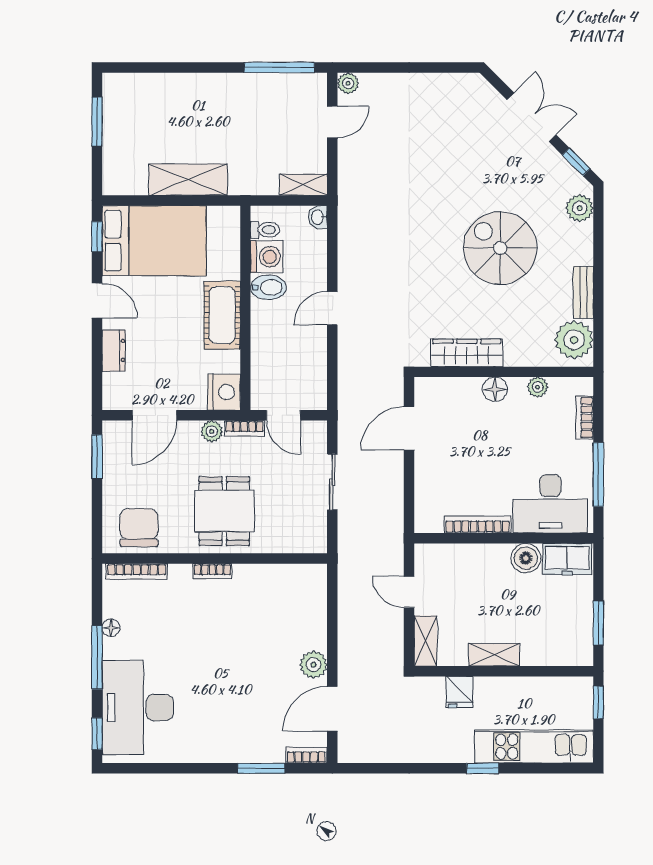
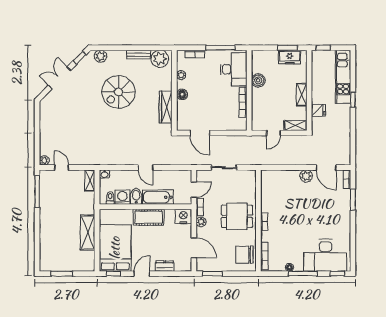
bathtub: (266, 335) -> (158, 197), added
freezer: (567, 559) -> (290, 57), moved, turned 90

